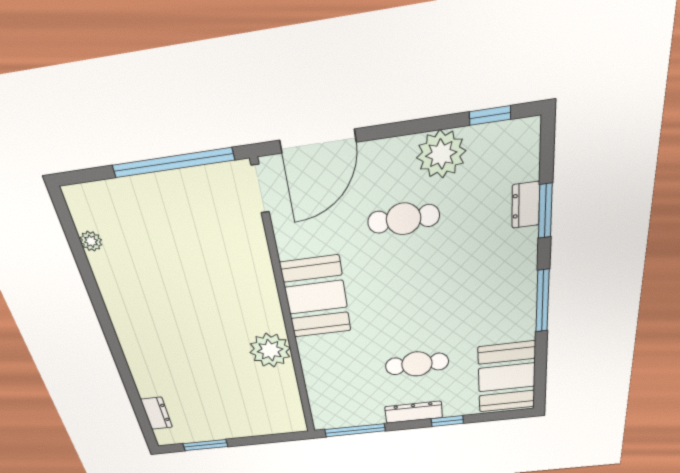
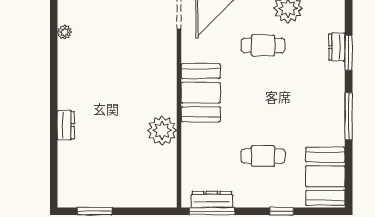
dresser: (414, 412) -> (212, 199), moved
dresser: (157, 413) -> (66, 125), moved

